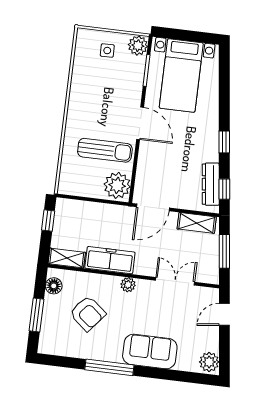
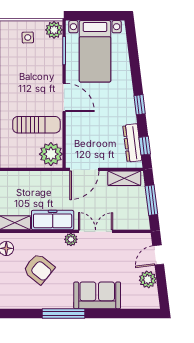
double door: (175, 281) -> (96, 231), moved
plant: (209, 362) -> (148, 279), moved

